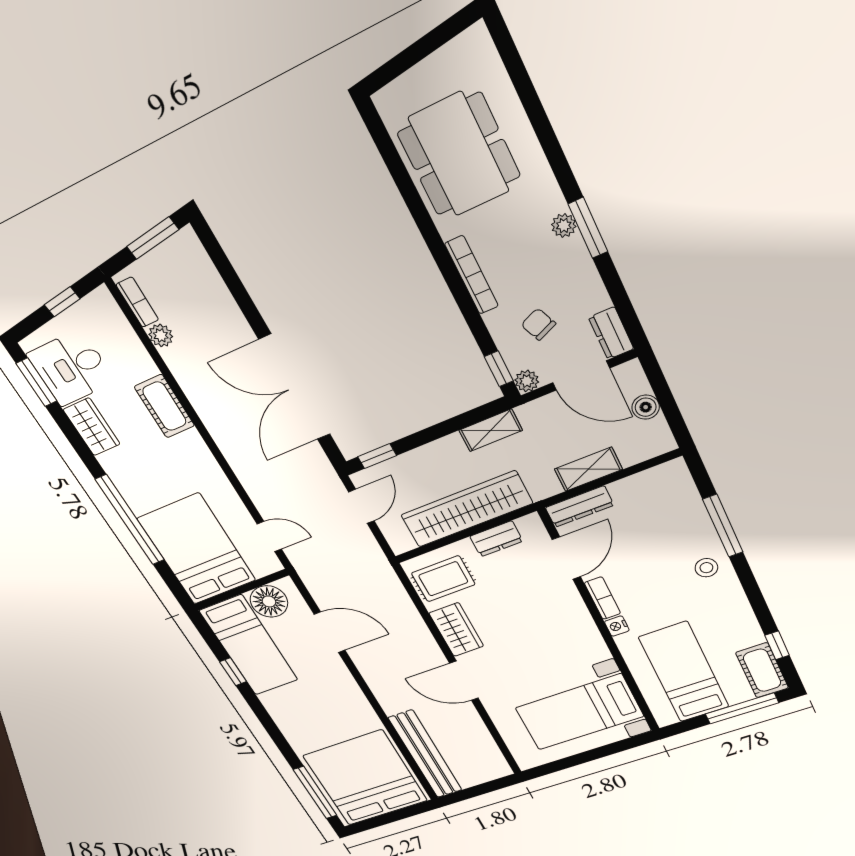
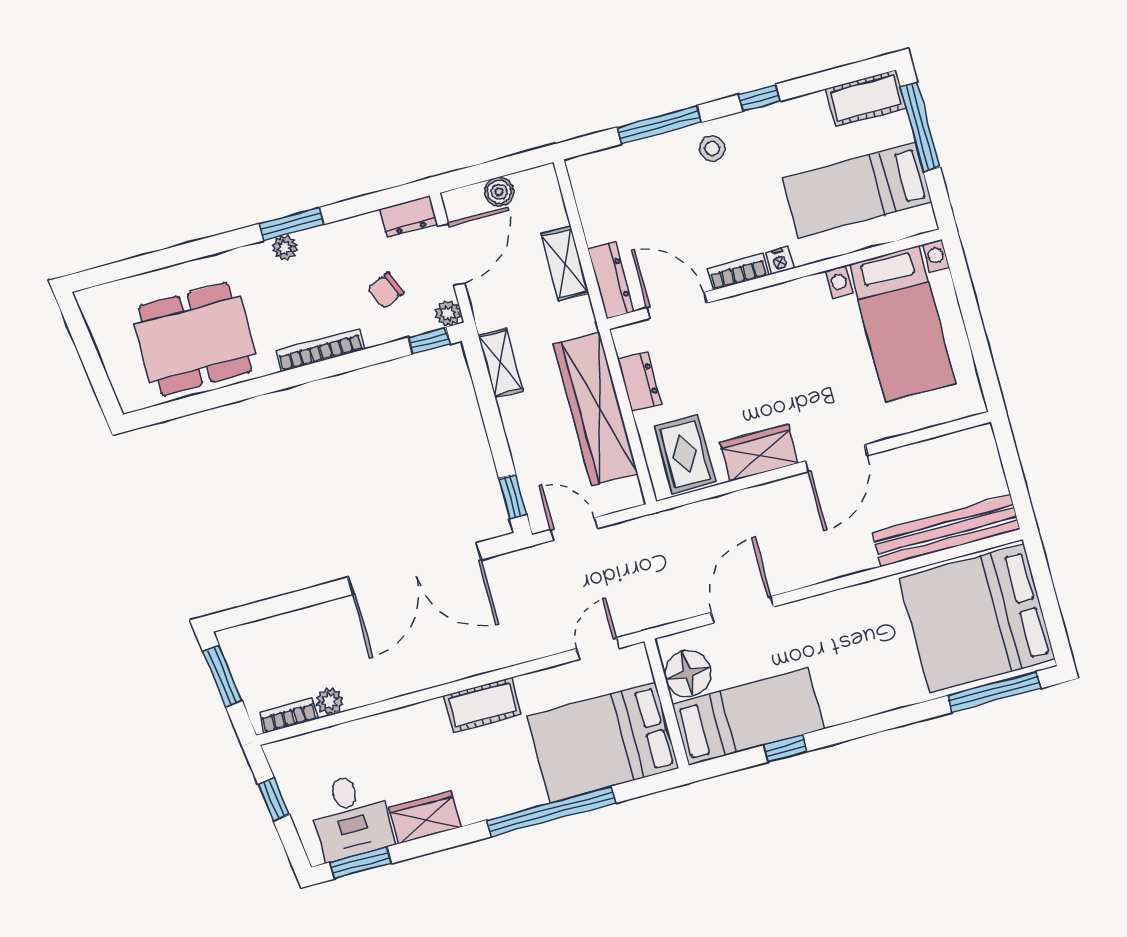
cot: (164, 406) -> (483, 705), moved
window: (777, 645) -> (759, 98), moved

